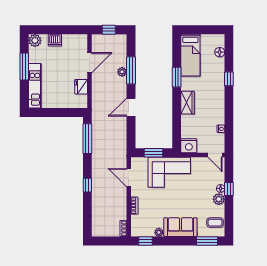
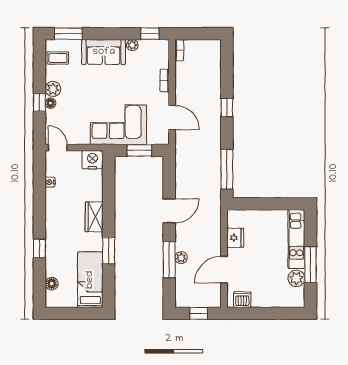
plant: (35, 40) -> (296, 278), moved
dishwasher: (55, 40) -> (242, 300), moved

